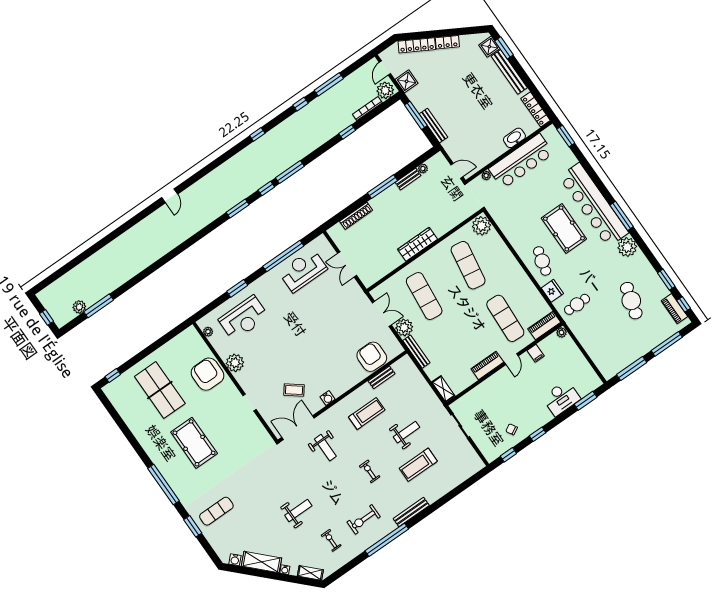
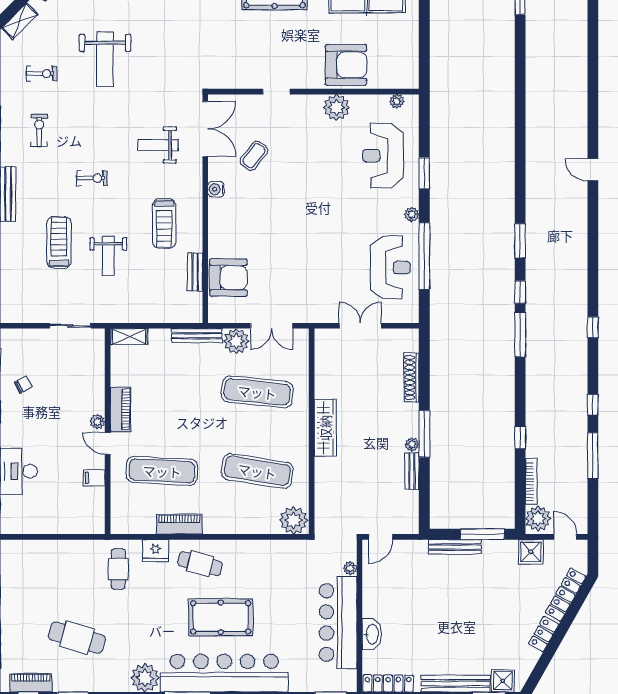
plant: (423, 169) -> (412, 444), moved
plant: (265, 279) -> (412, 214), added
piano: (544, 326) -> (179, 524), moved, turned -90
plant: (562, 332) -> (97, 422), moved
weight bench: (298, 510) -> (105, 59), width x1.36, depth x1.33
exercise bike: (364, 519) -> (39, 130), width x0.73, depth x0.72

